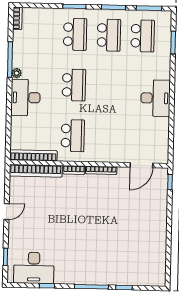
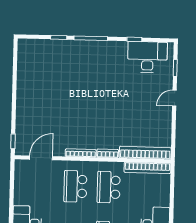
school desk: (107, 136) -> (75, 186), added
door: (7, 212) -> (174, 98), moved

